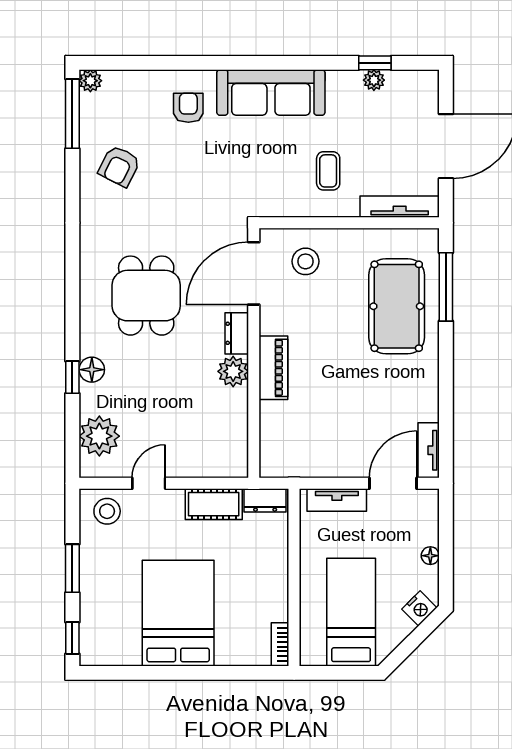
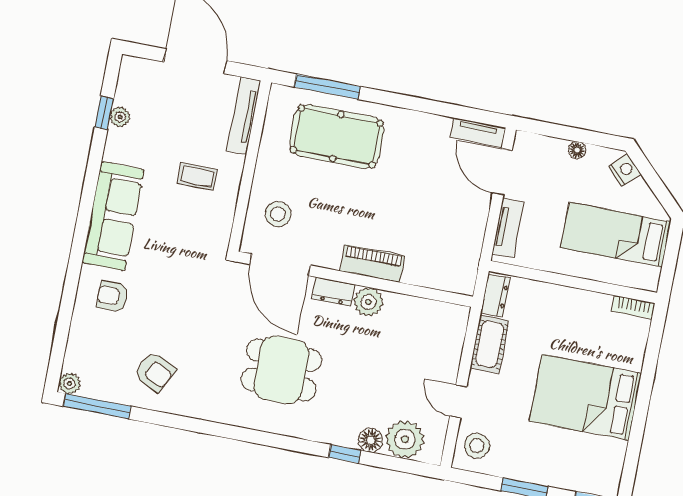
floor lamp: (92, 370) -> (371, 440), moved

